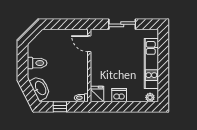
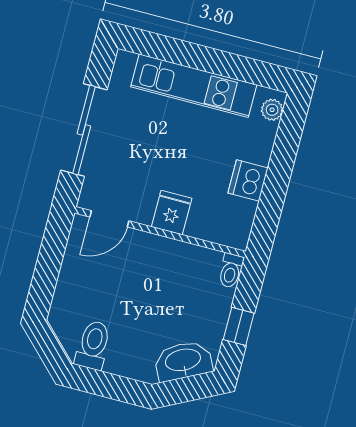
sliding door: (122, 24) -> (84, 130), width x1.37
toilet: (37, 63) -> (93, 345), moved
fridge: (97, 94) -> (172, 213), moved, turned 90

